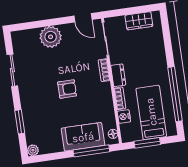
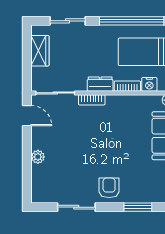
door: (83, 18) -> (27, 116), hinge flipped
plant: (51, 37) -> (38, 157), width x0.53, depth x0.53
sliding door: (167, 40) -> (68, 21), added
armchair: (67, 89) -> (109, 188), moved

